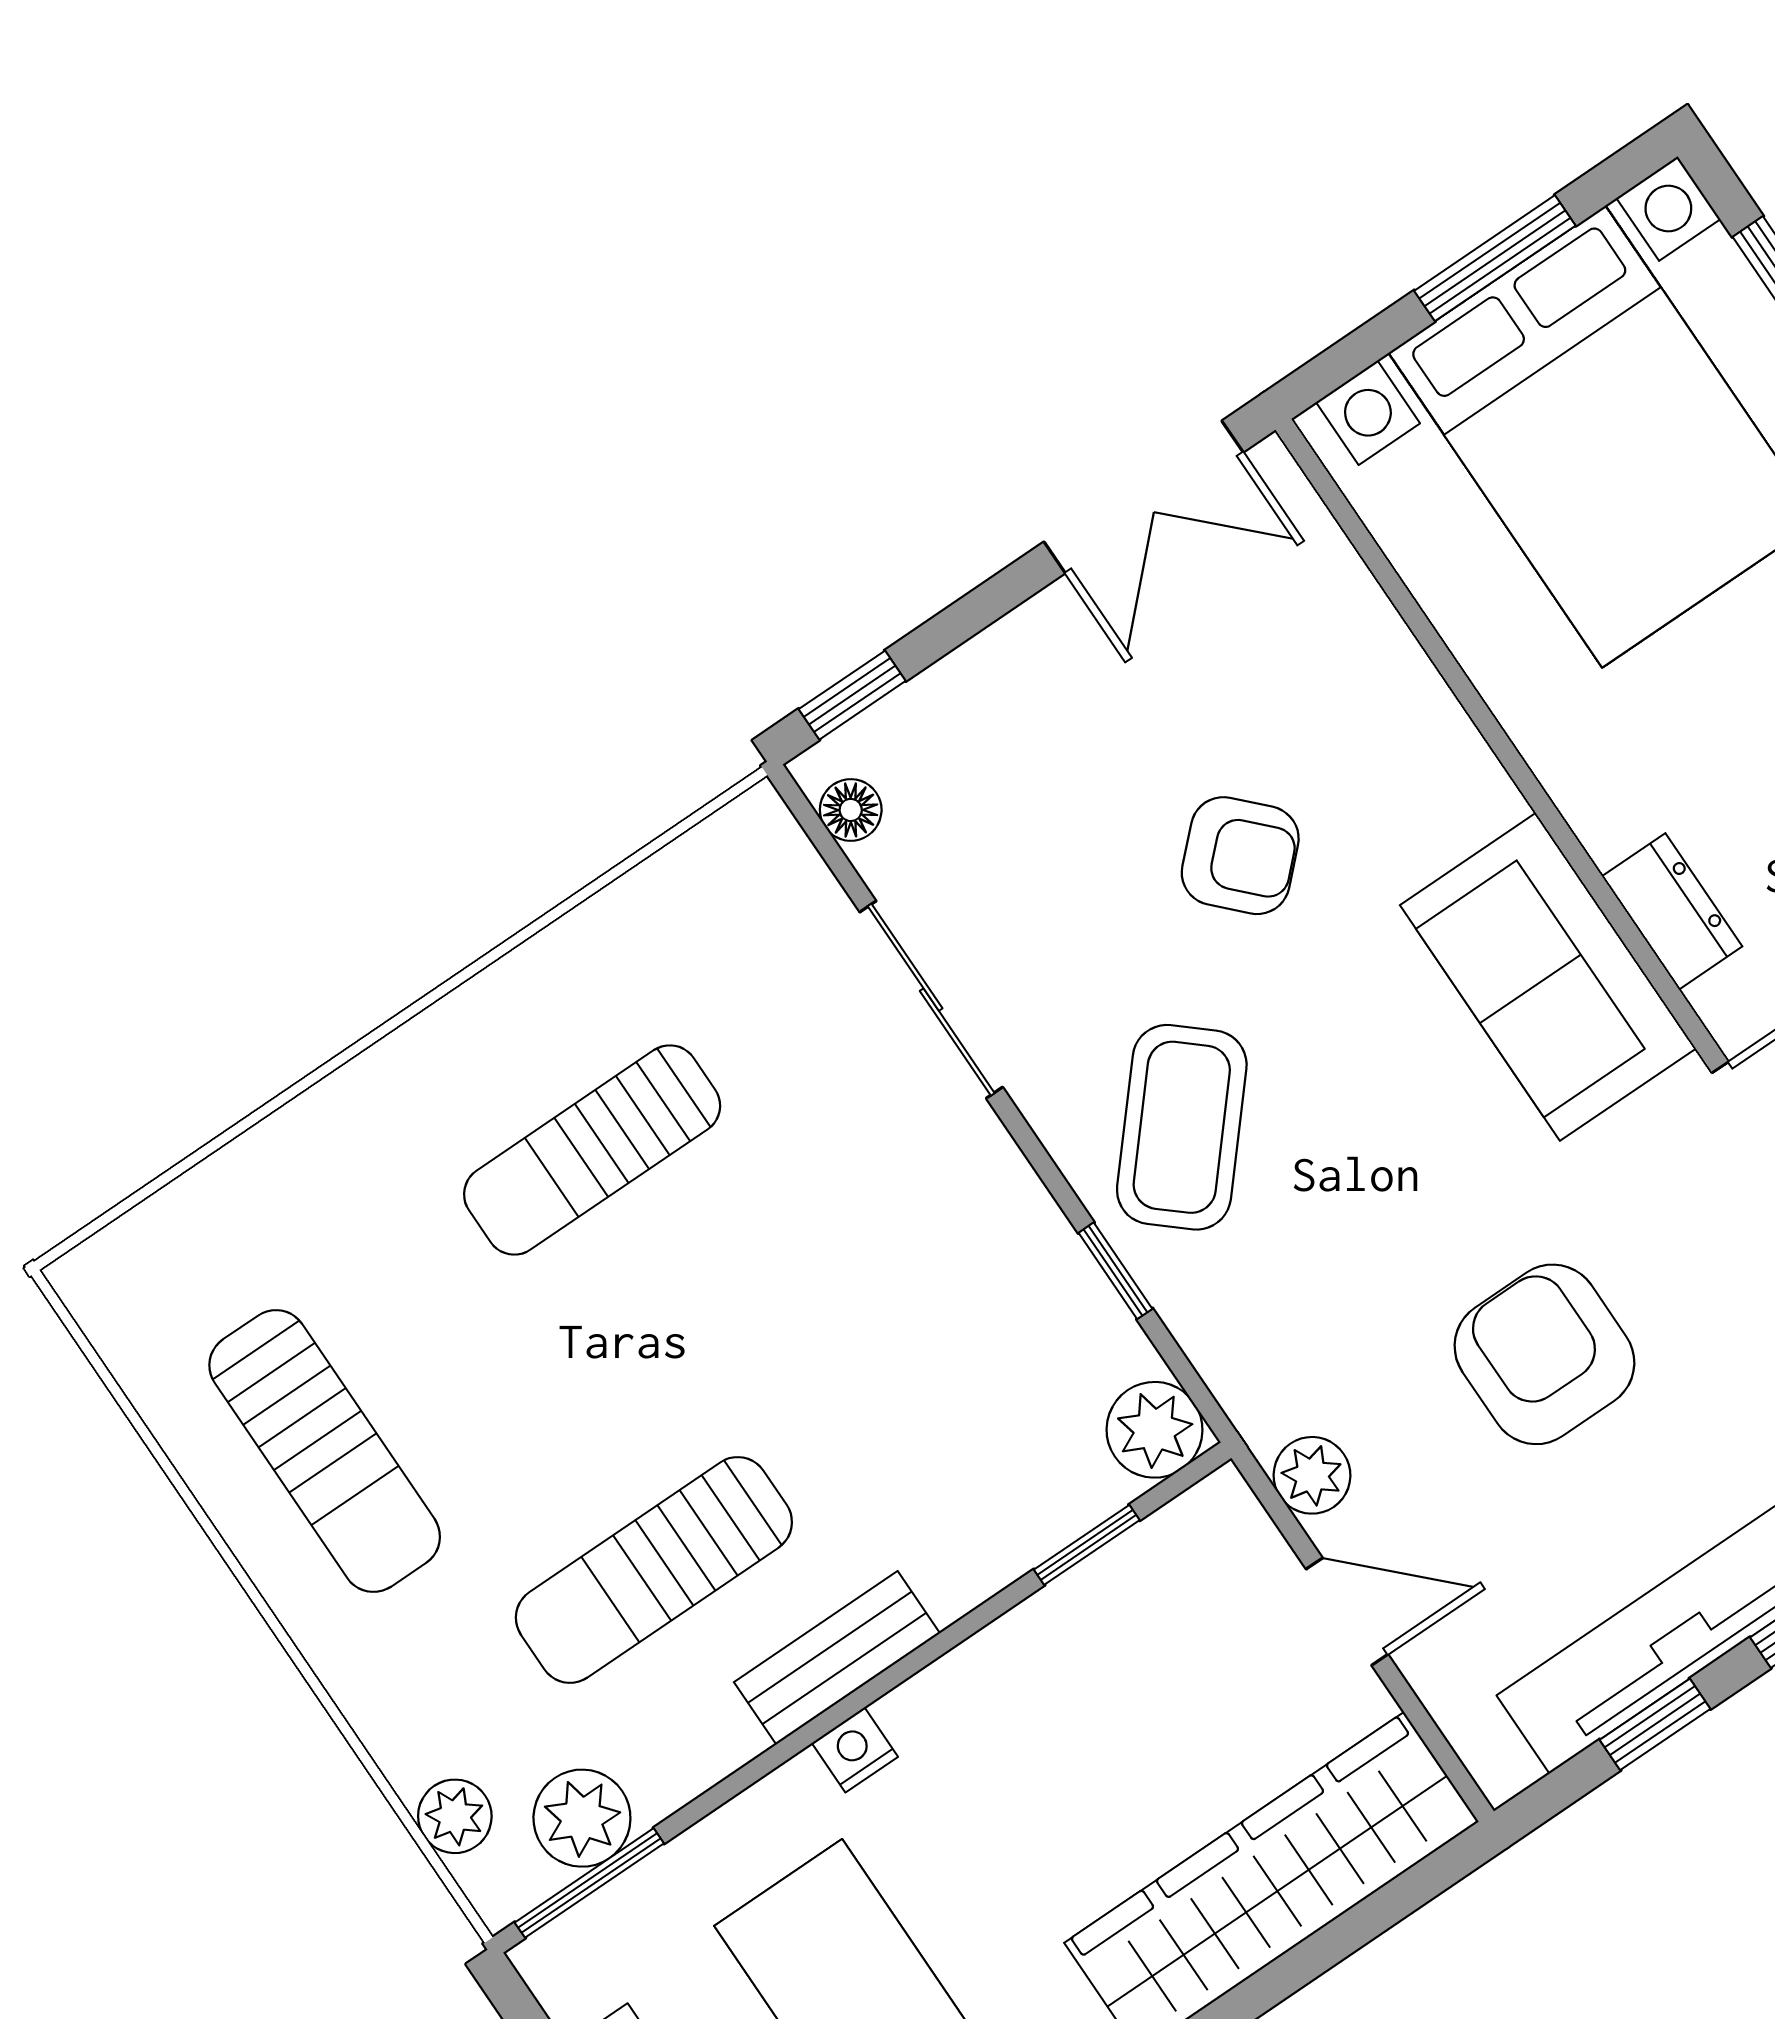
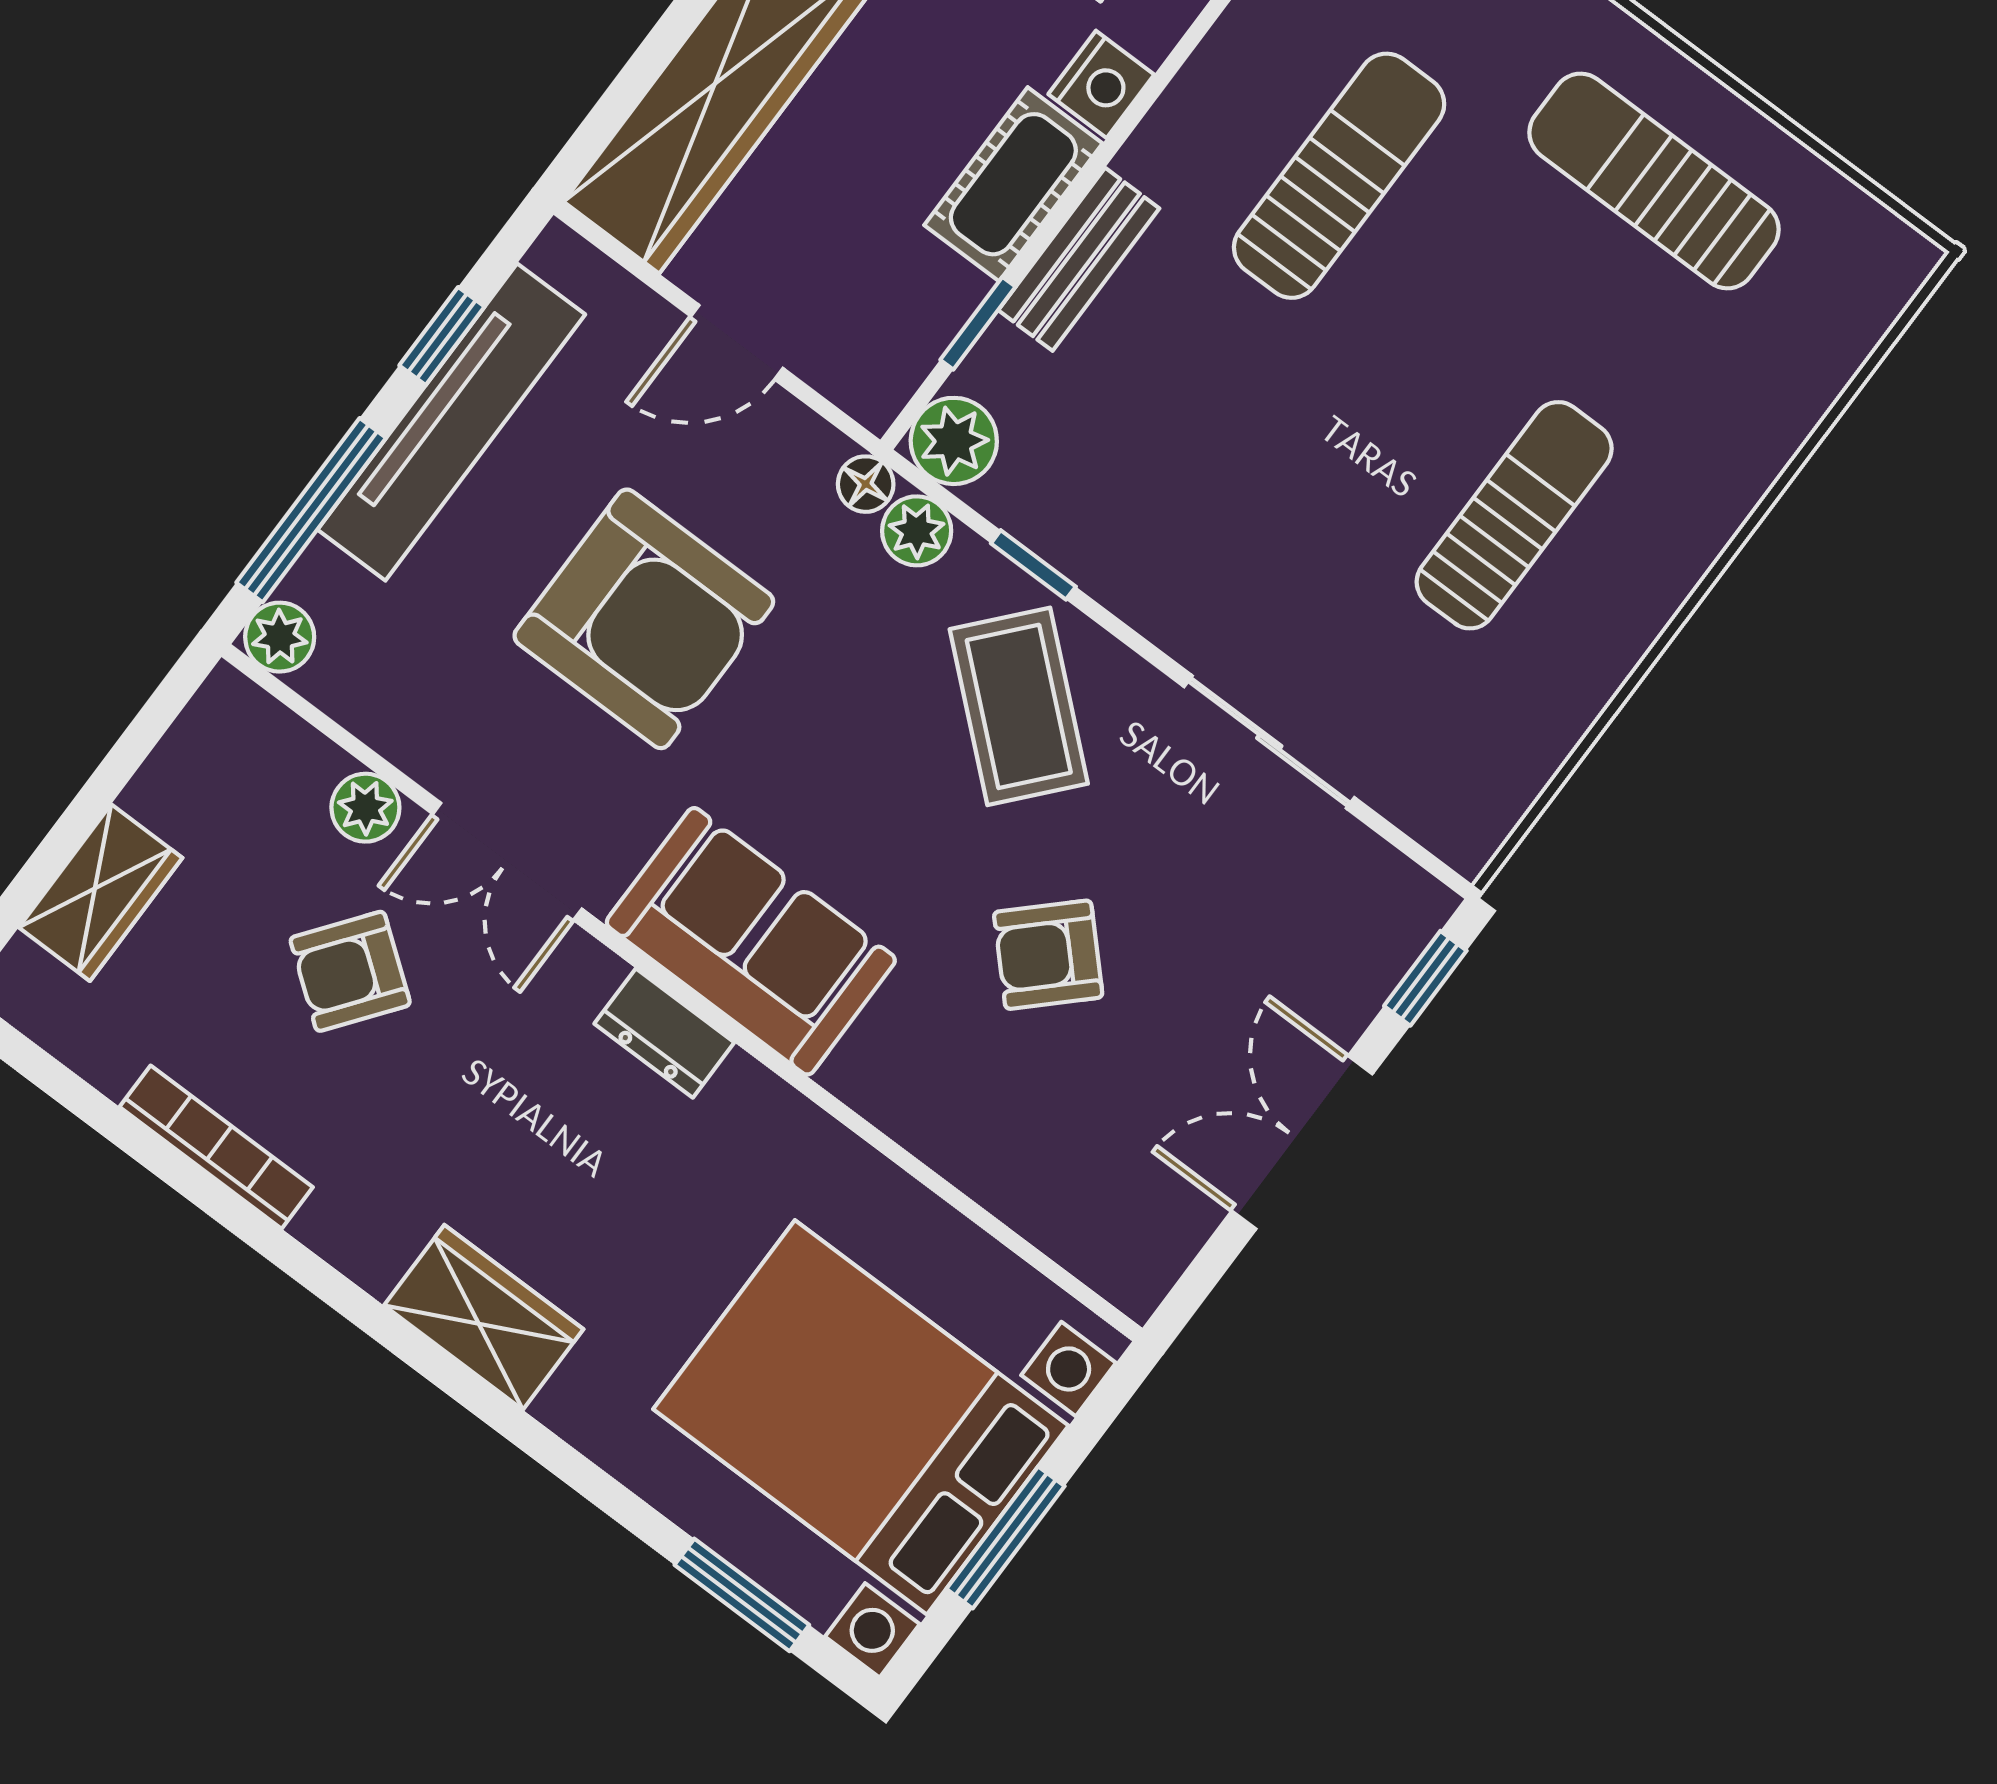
double door: (1144, 497) -> (1302, 1142), moved
floor lamp: (851, 810) -> (866, 484), moved
armchair: (1544, 1354) -> (644, 619), width x1.36, depth x1.36
plant: (1312, 1475) -> (917, 531), moved
bench: (837, 1658) -> (1079, 259), moved
cot: (999, 1678) -> (1013, 184), added
nightstand: (855, 1750) -> (1101, 84), width x1.39, depth x1.35

